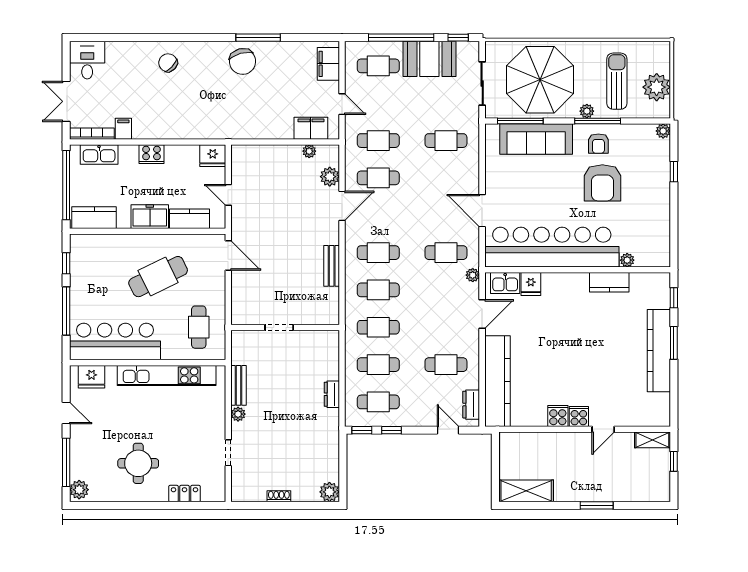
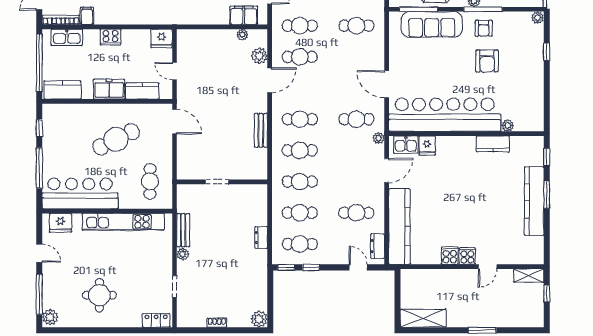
armchair: (602, 183) -> (487, 61), width x0.73, depth x0.73
locker: (184, 494) -> (156, 320), moved

